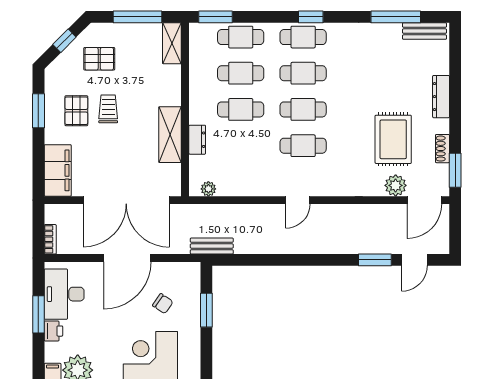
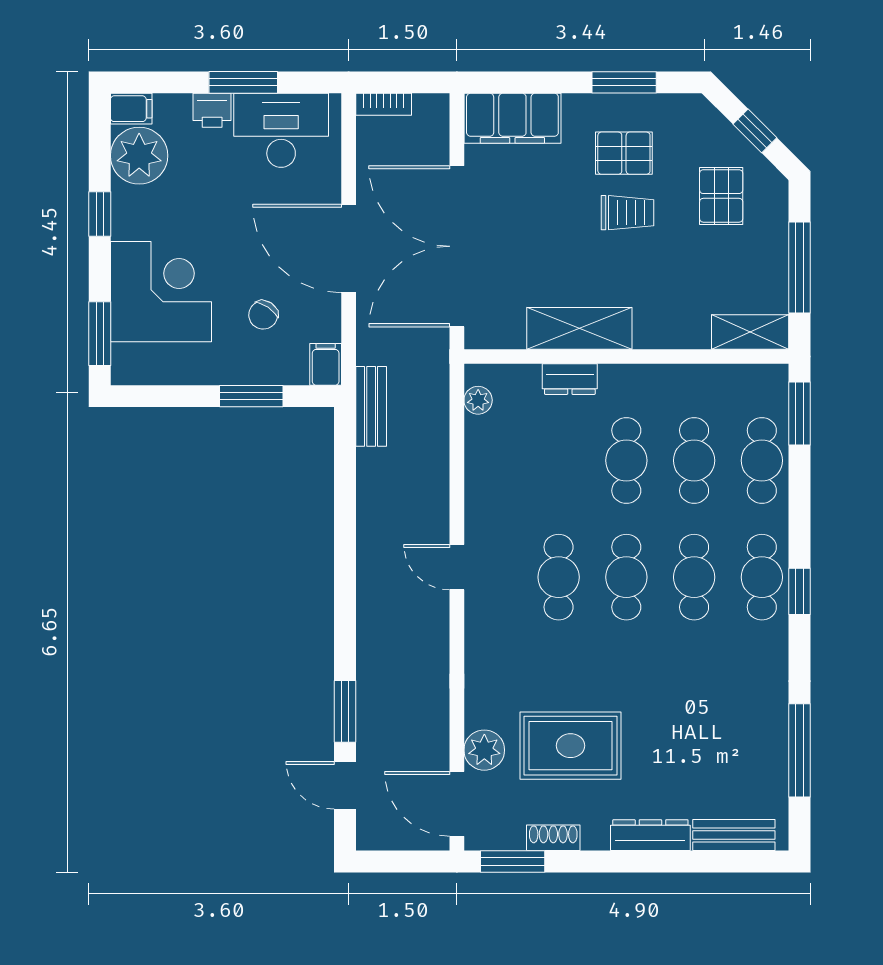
bench: (425, 31) -> (734, 835), moved, turned 90
filing cabinet: (189, 270) -> (326, 364), added

